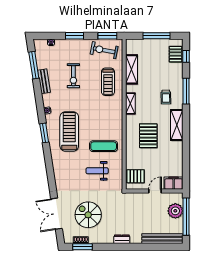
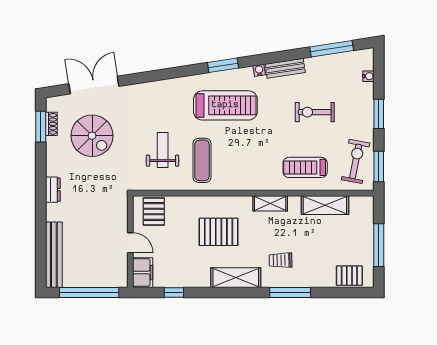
window: (186, 56) -> (174, 292), moved
bench: (44, 81) -> (285, 68), moved
plant: (175, 211) -> (98, 275), removed
spiral stairs: (88, 215) -> (92, 136), turned 90

